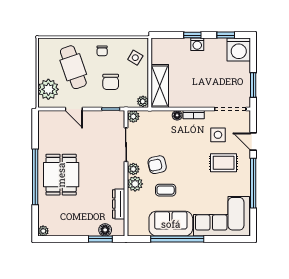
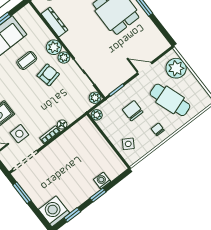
washing machine: (197, 44) -> (102, 181), moved
shelving: (160, 86) -> (93, 137), removed

